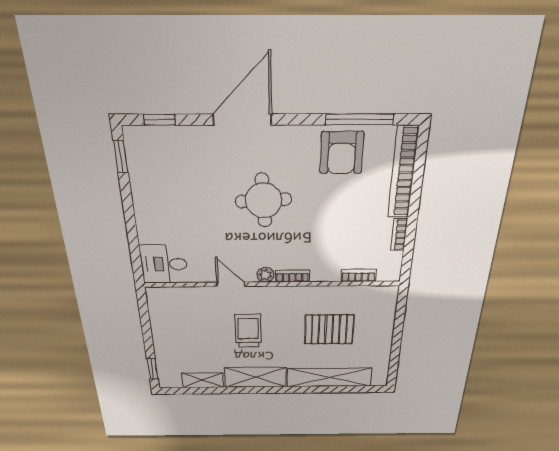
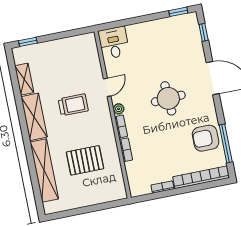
bookcase: (359, 276) -> (126, 150), moved
pallet: (329, 329) -> (85, 160), turned 90

